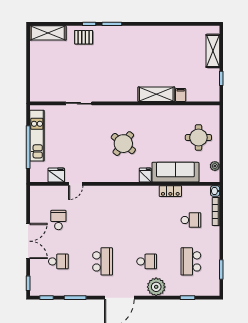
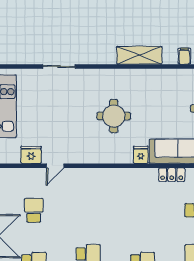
shelving: (156, 94) -> (139, 55), moved
round table: (123, 144) -> (114, 116), turned -38

